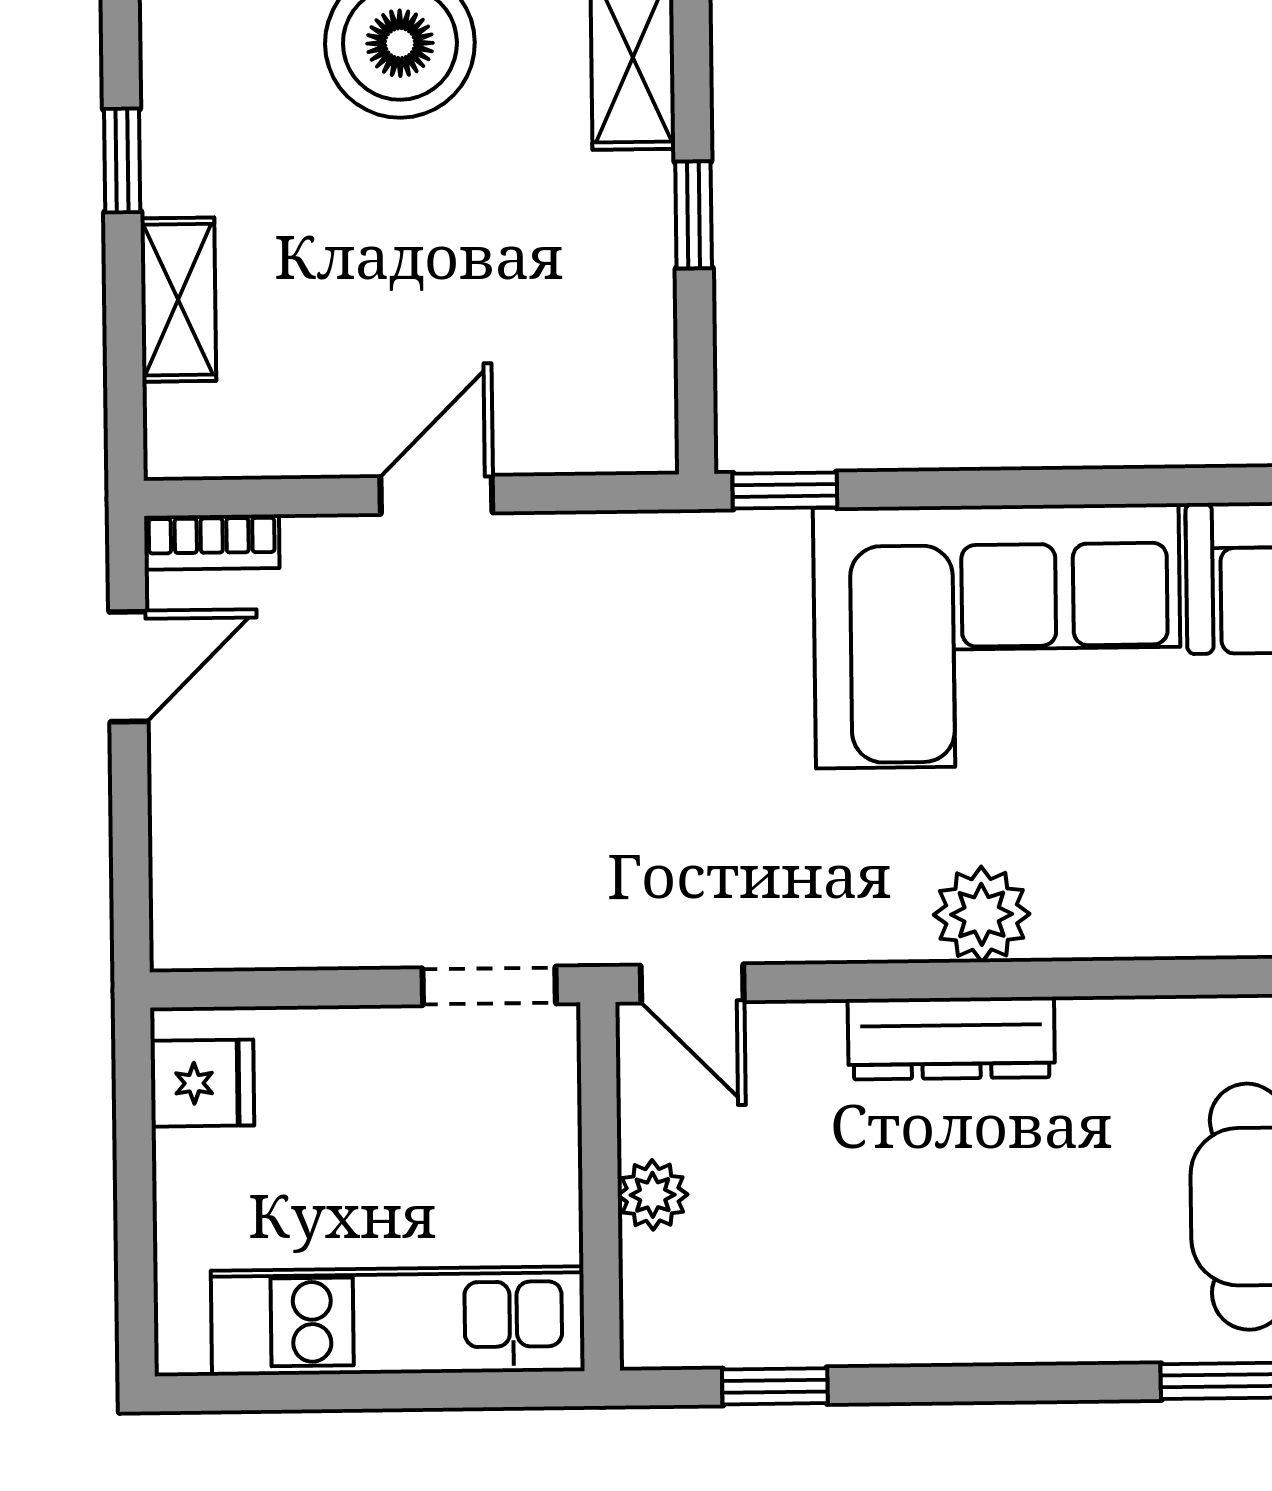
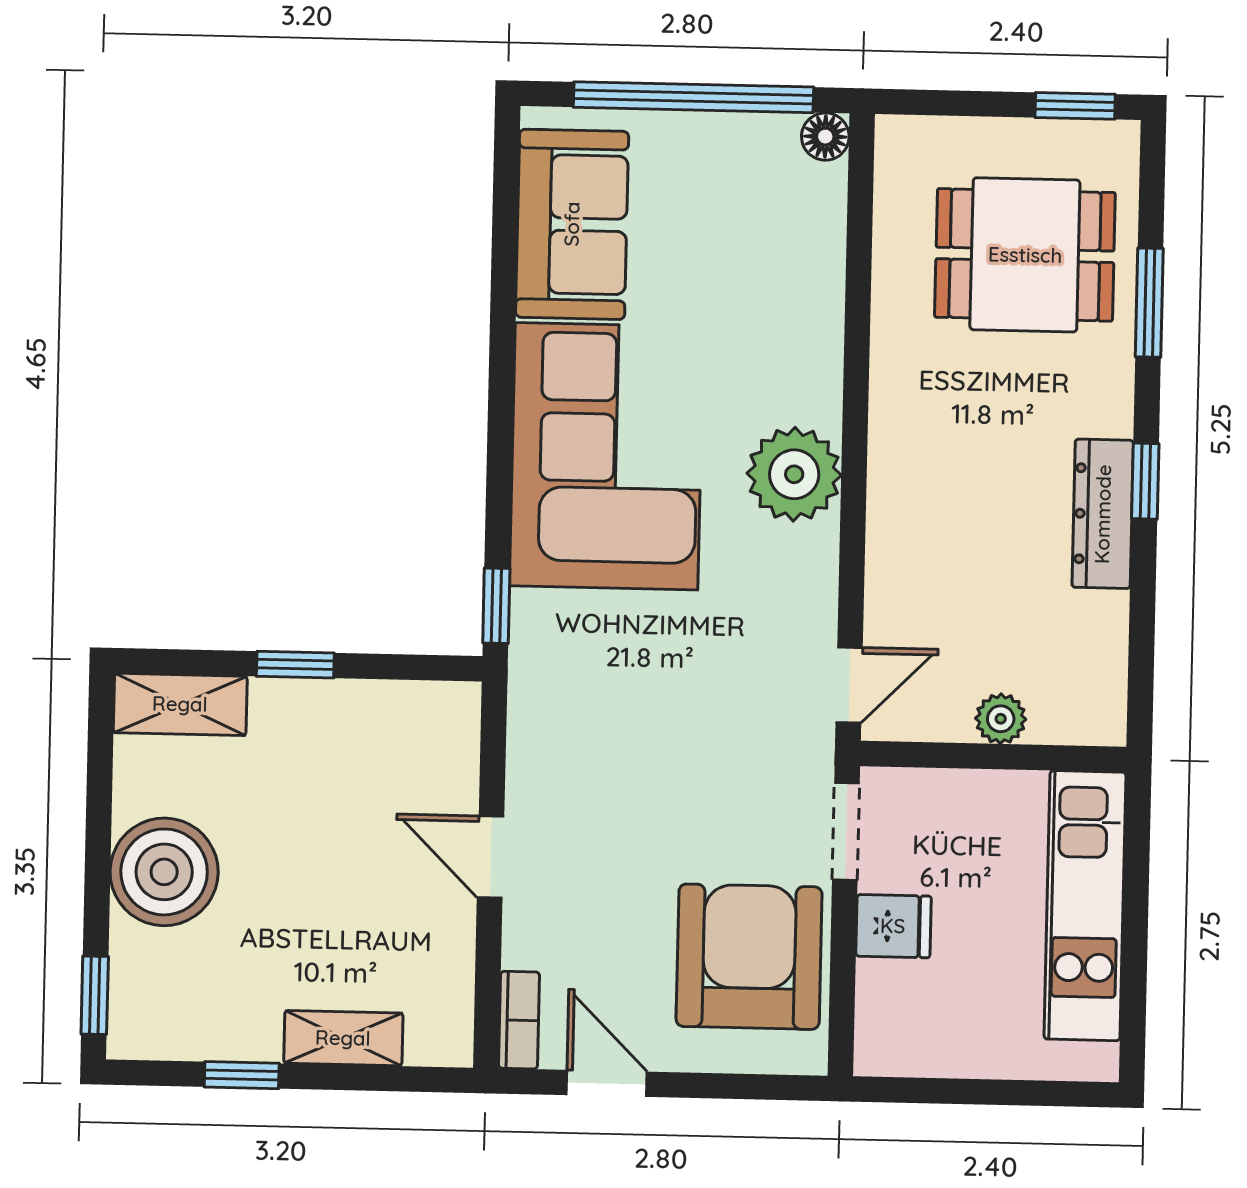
armchair: (311, 858) -> (749, 957), added
plant: (982, 914) -> (794, 474), width x1.36, depth x1.36
dresser: (951, 1038) -> (1103, 514), moved, turned 180
fridge: (202, 1083) -> (893, 926), moved, turned 90
window: (775, 1386) -> (1145, 481), moved

